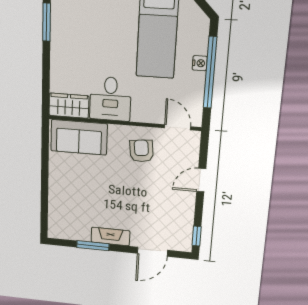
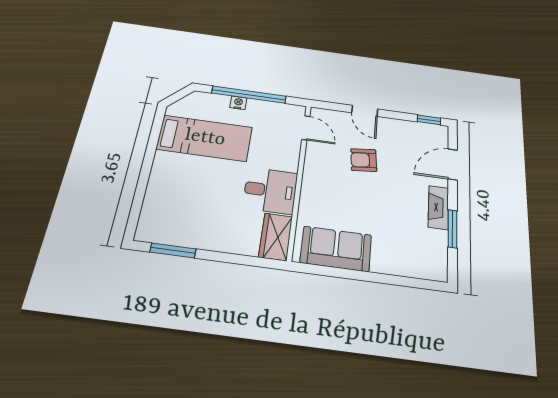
door: (177, 127) -> (306, 128), swing flipped
sofa: (79, 137) -> (336, 249), moved, turned -90
armchair: (141, 151) -> (364, 160), moved
door: (152, 252) -> (453, 164), swing flipped

